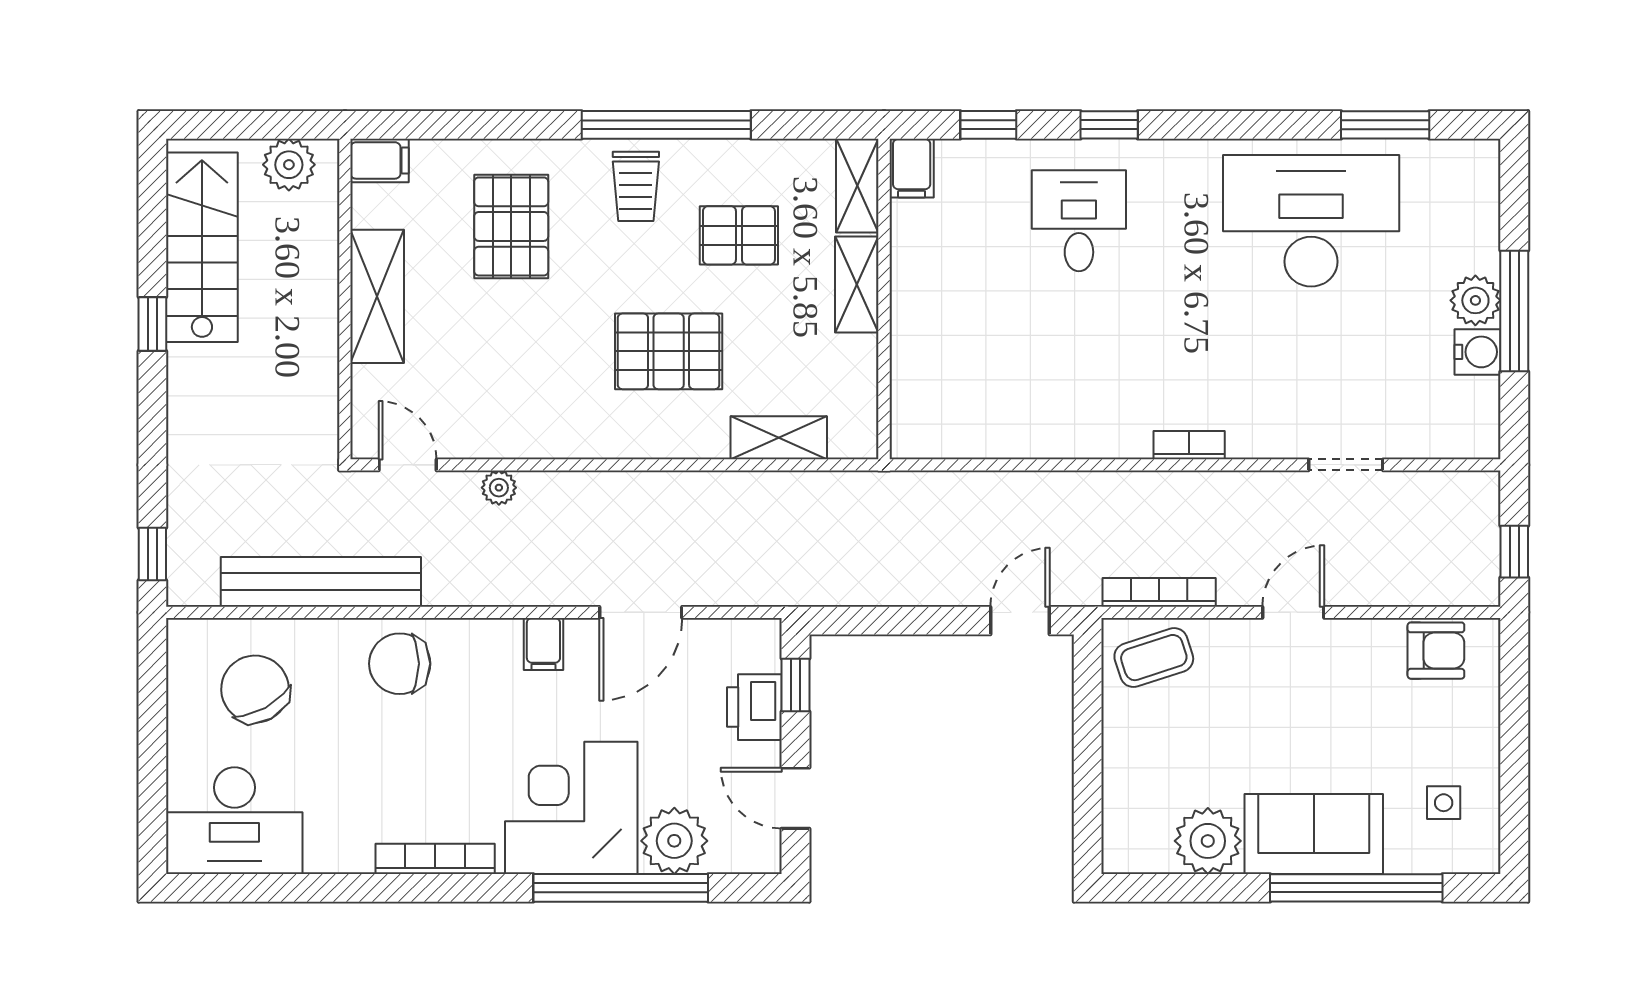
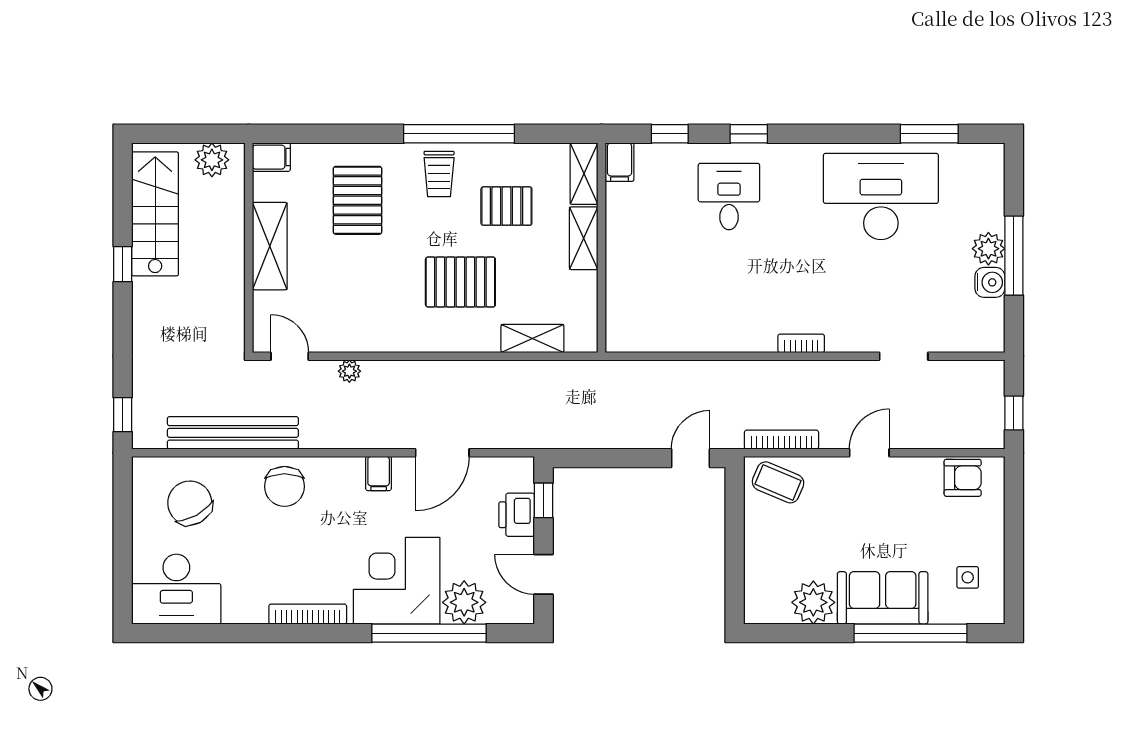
coffee table: (1154, 658) -> (778, 482), turned 41
chair: (400, 664) -> (284, 486), turned -90

